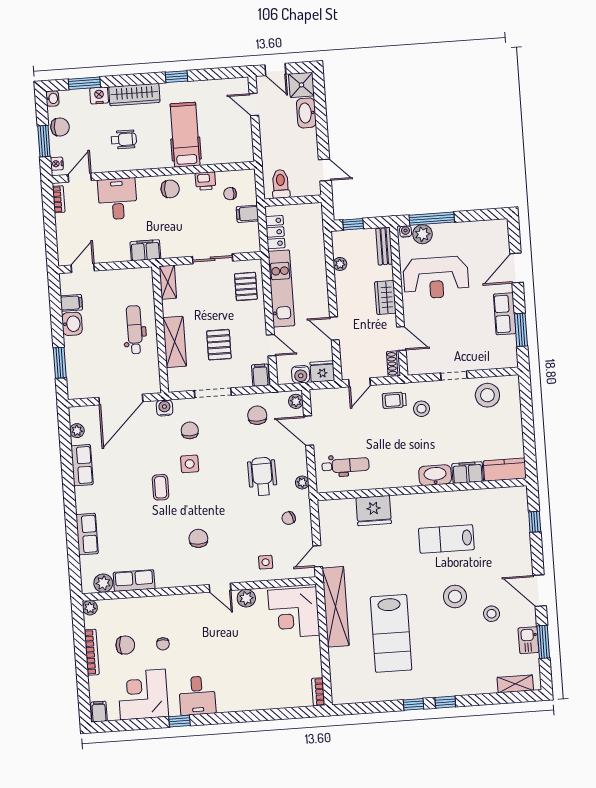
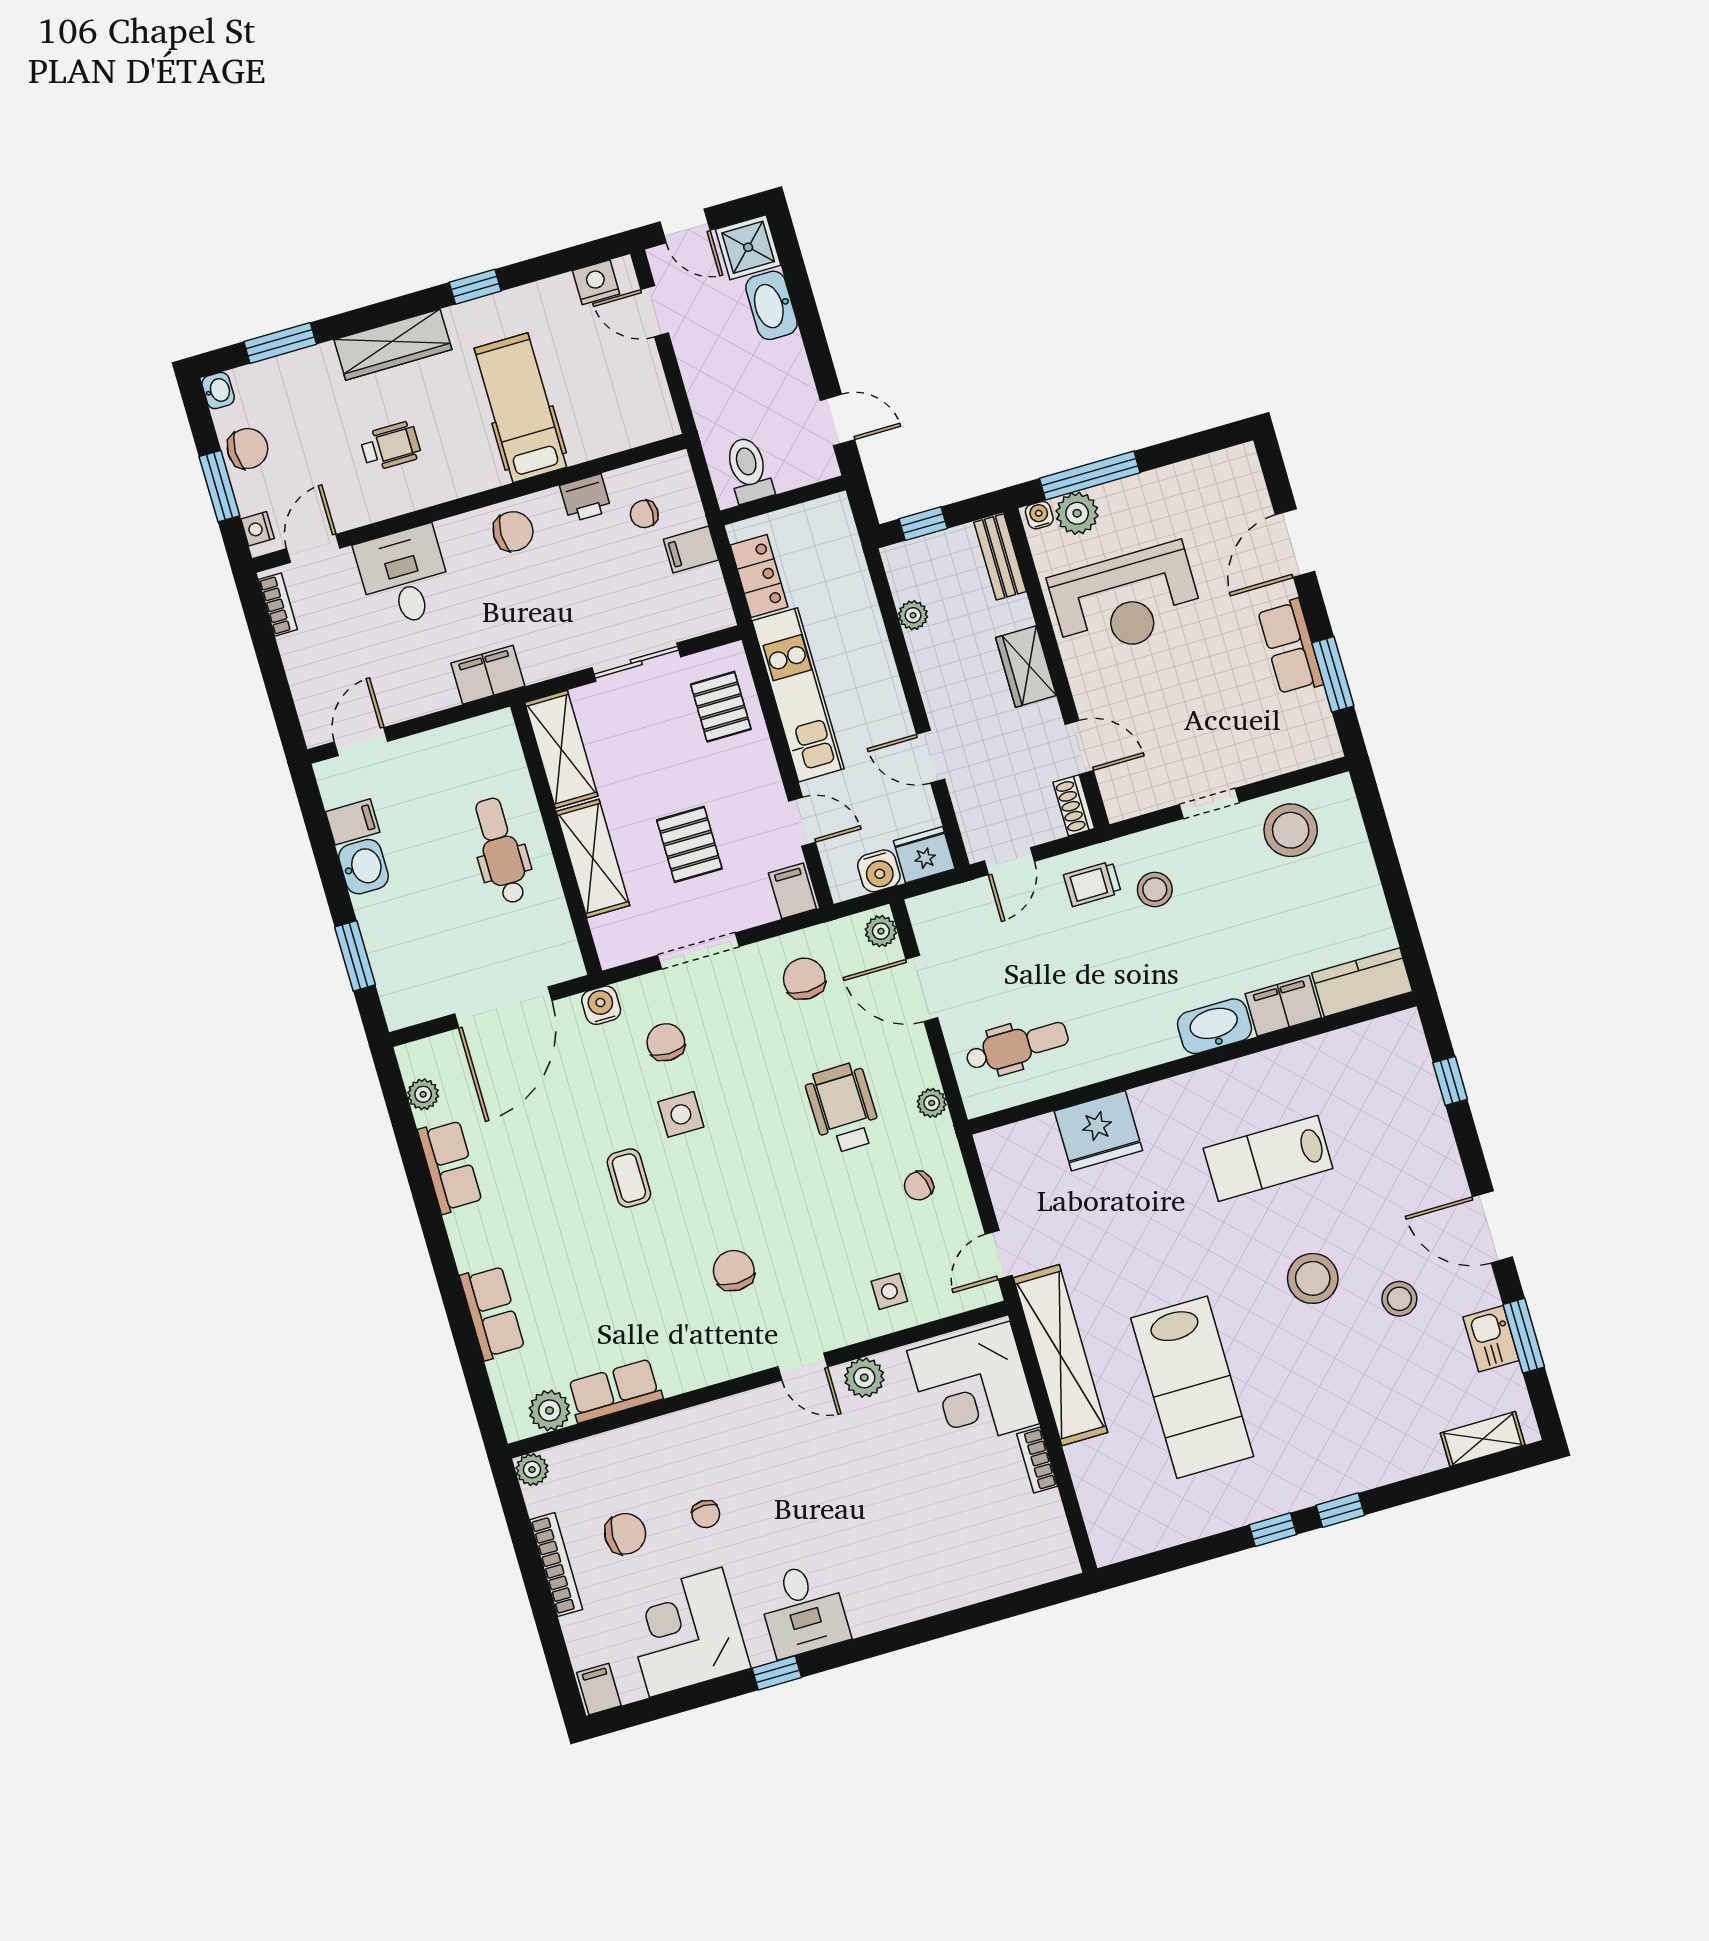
nightstand: (99, 96) -> (596, 282), moved
shelving: (168, 282) -> (561, 749), width x1.50, depth x1.33
bookcase: (318, 692) -> (1037, 1460), moved

